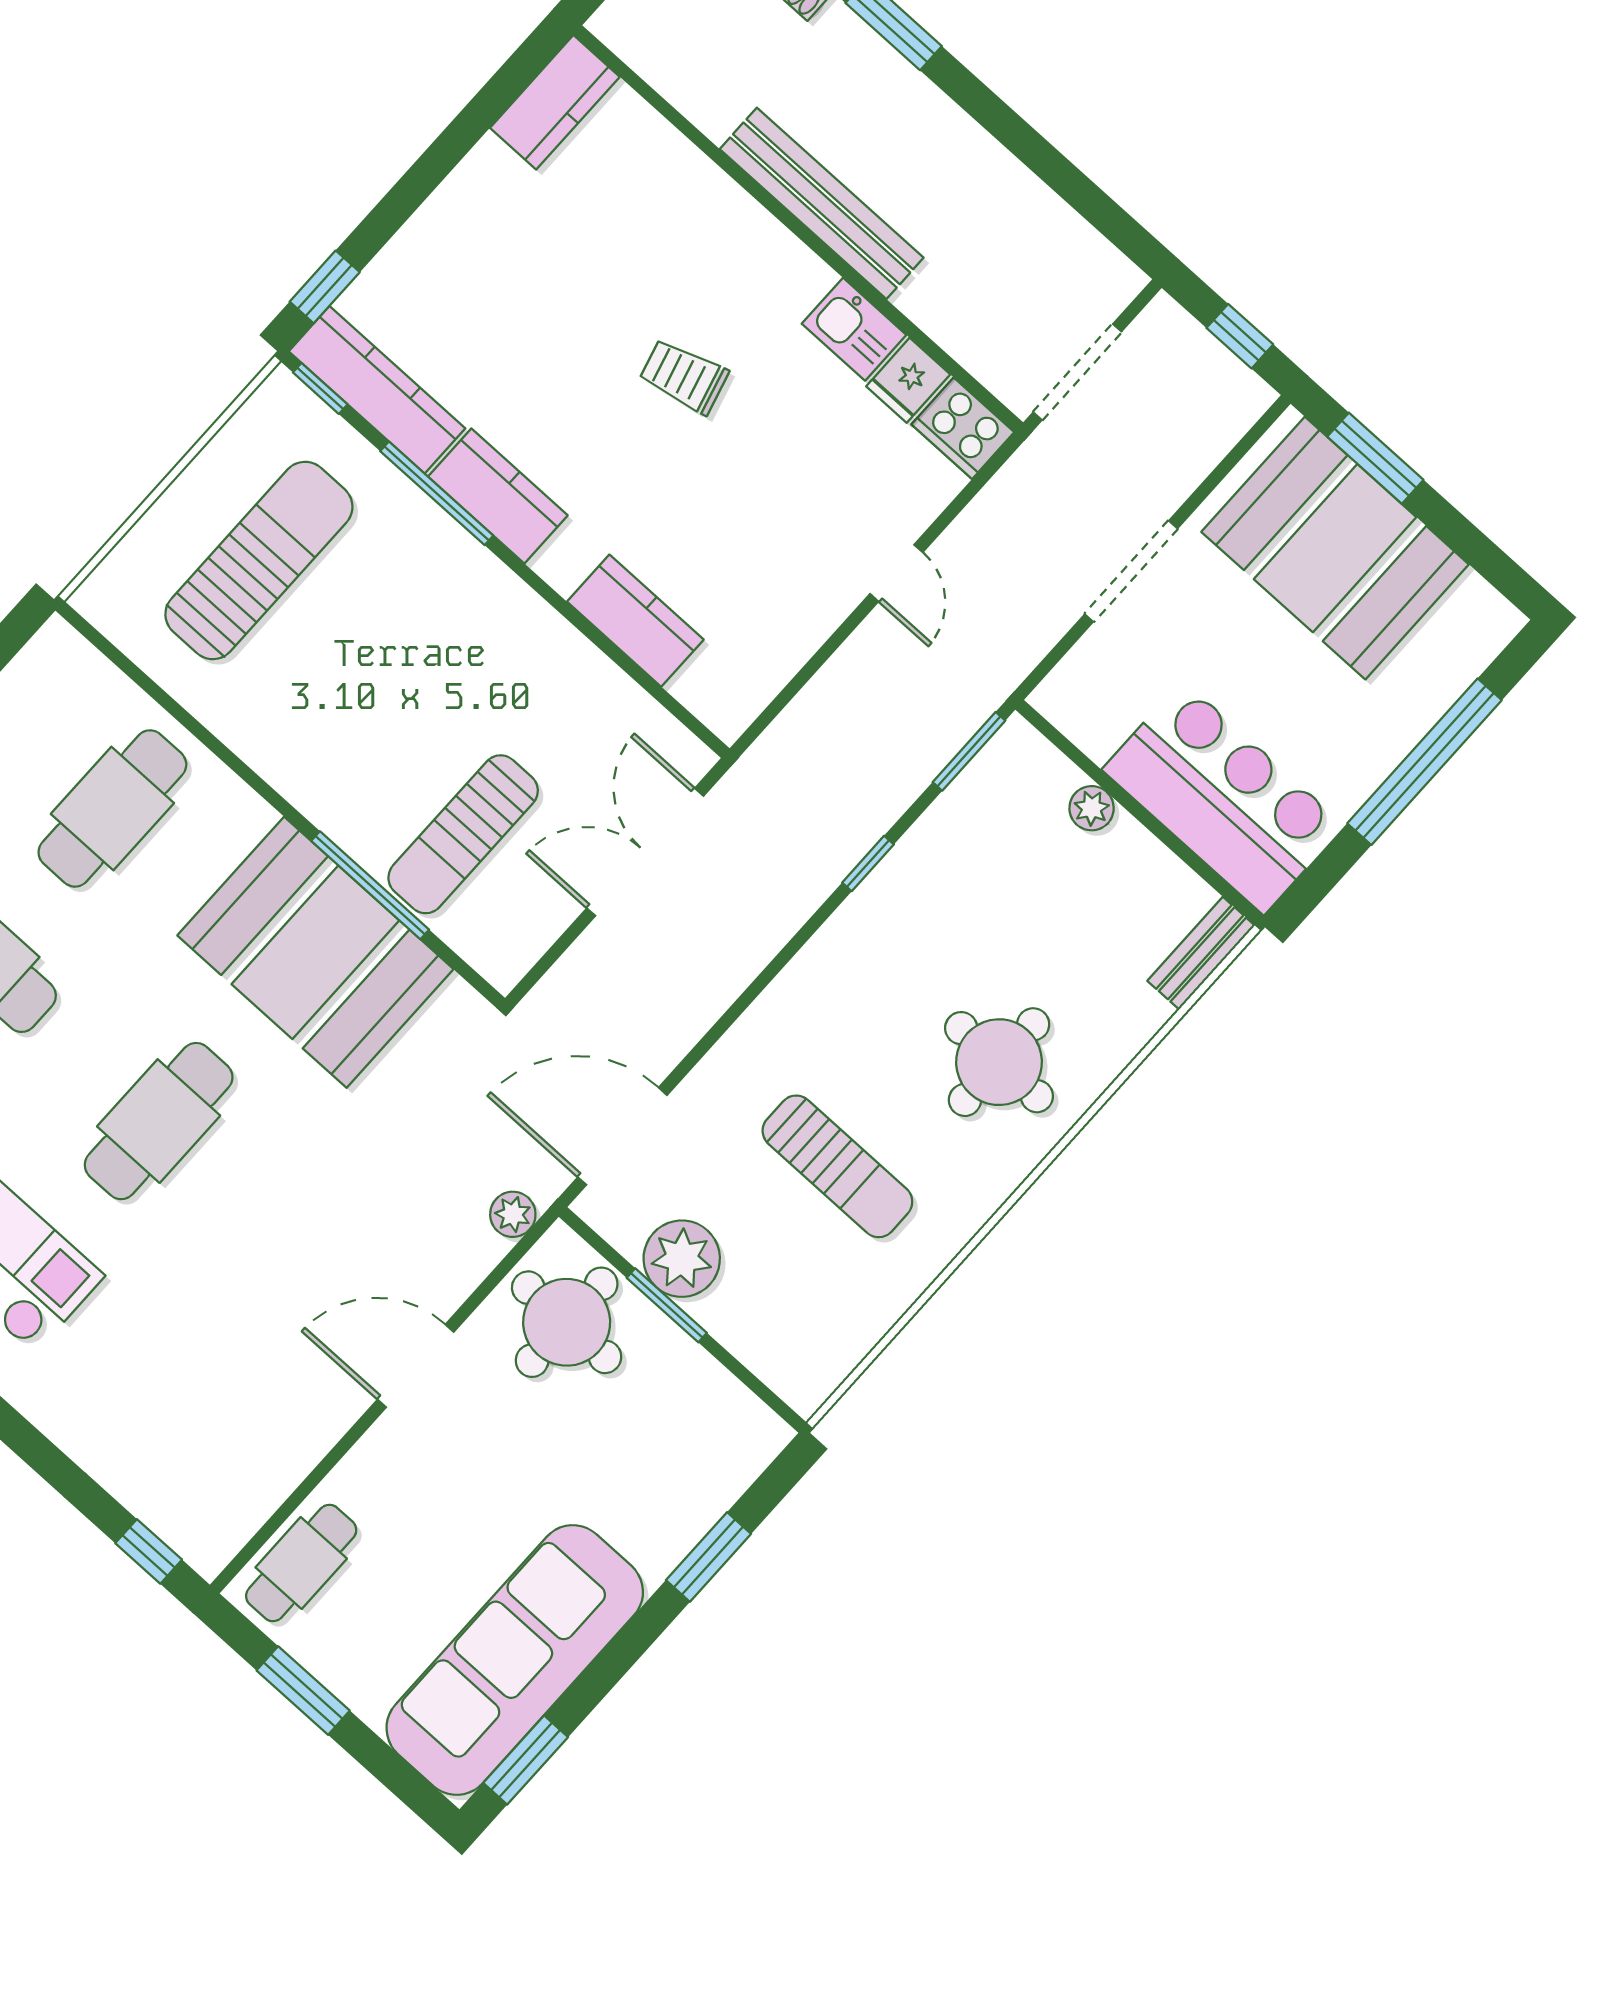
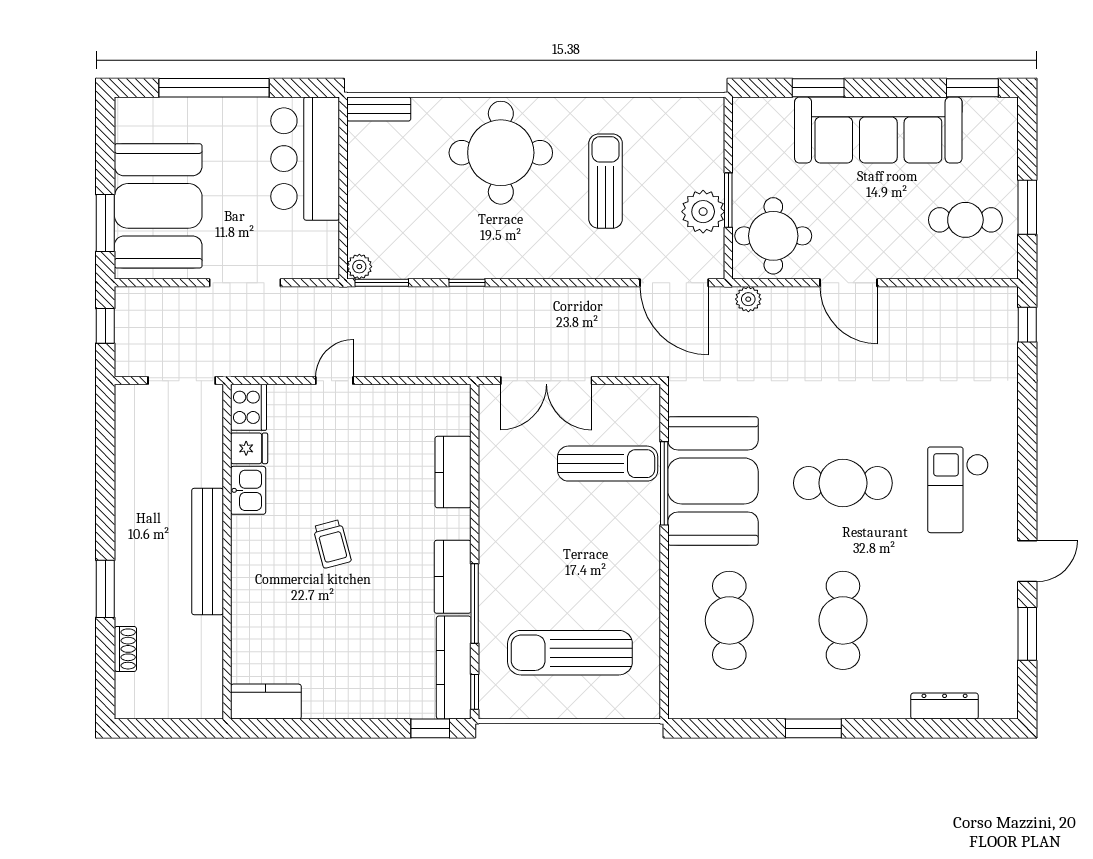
cafe table: (112, 808) -> (729, 620), turned 90
plant: (1092, 808) -> (359, 267), moved
round table: (999, 1062) -> (501, 153), width x1.36, depth x1.36
cafe table: (301, 1563) -> (965, 220), moved
sofa: (515, 1660) -> (878, 130), moved

